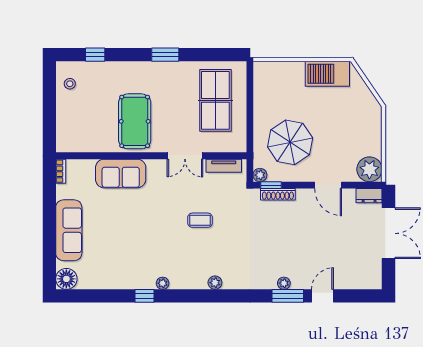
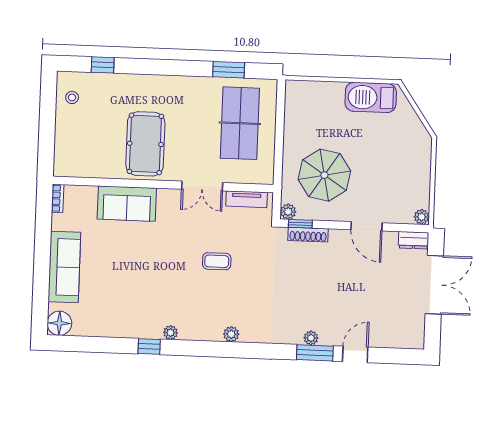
window: (165, 55) -> (229, 70), moved
plant: (369, 169) -> (422, 217), width x0.53, depth x0.53

